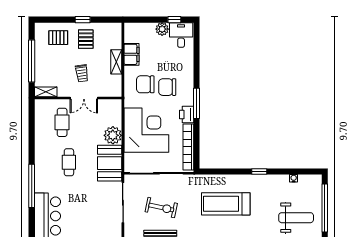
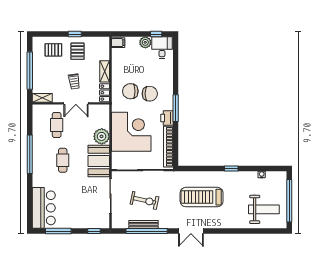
filing cabinet: (131, 54) -> (118, 43), moved, width x0.50
locker: (116, 86) -> (105, 93), added
chair: (167, 87) -> (150, 94), turned 180
window: (32, 186) -> (30, 154), moved

